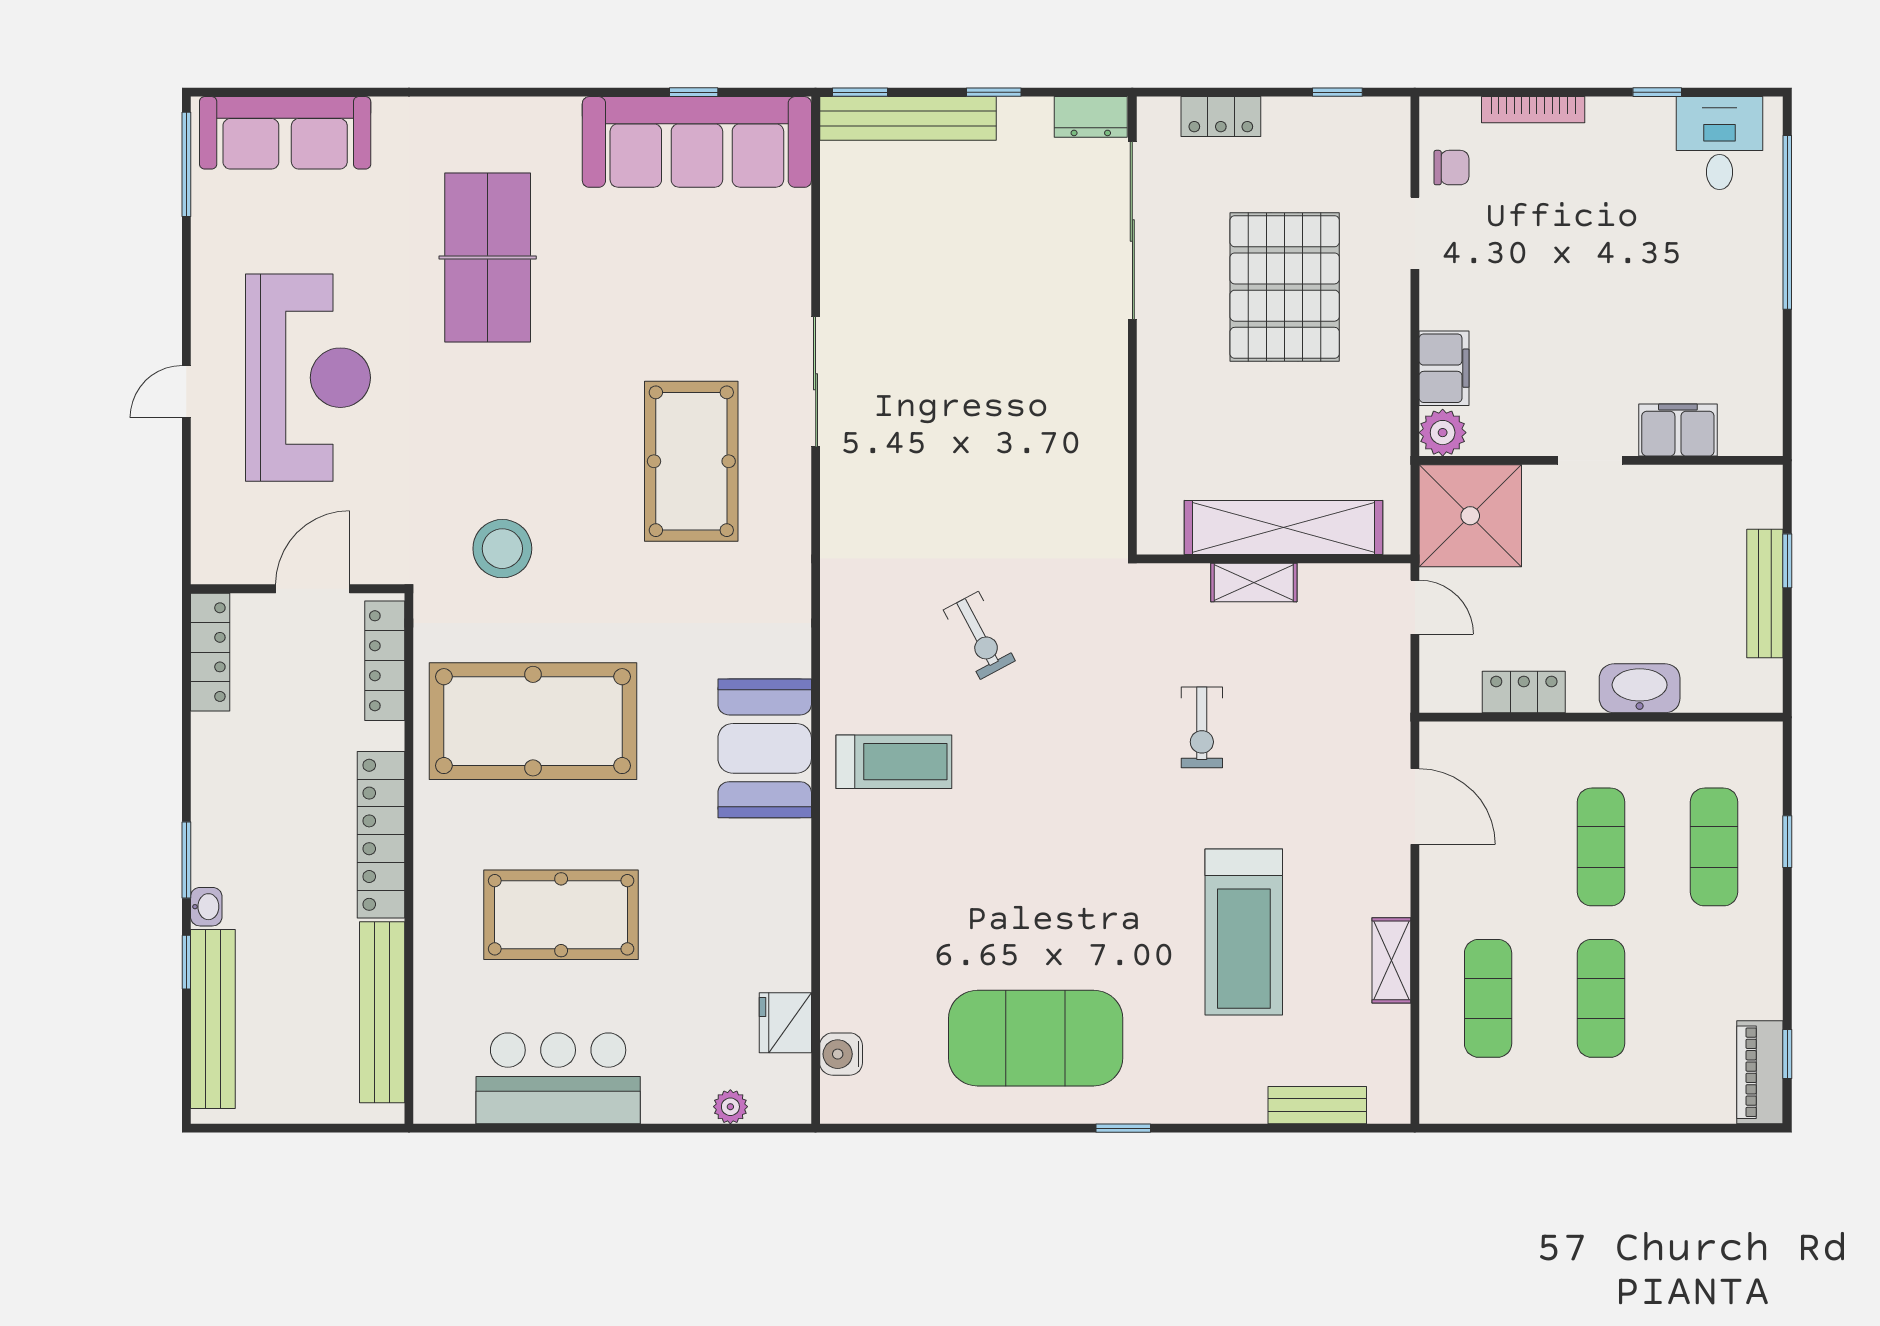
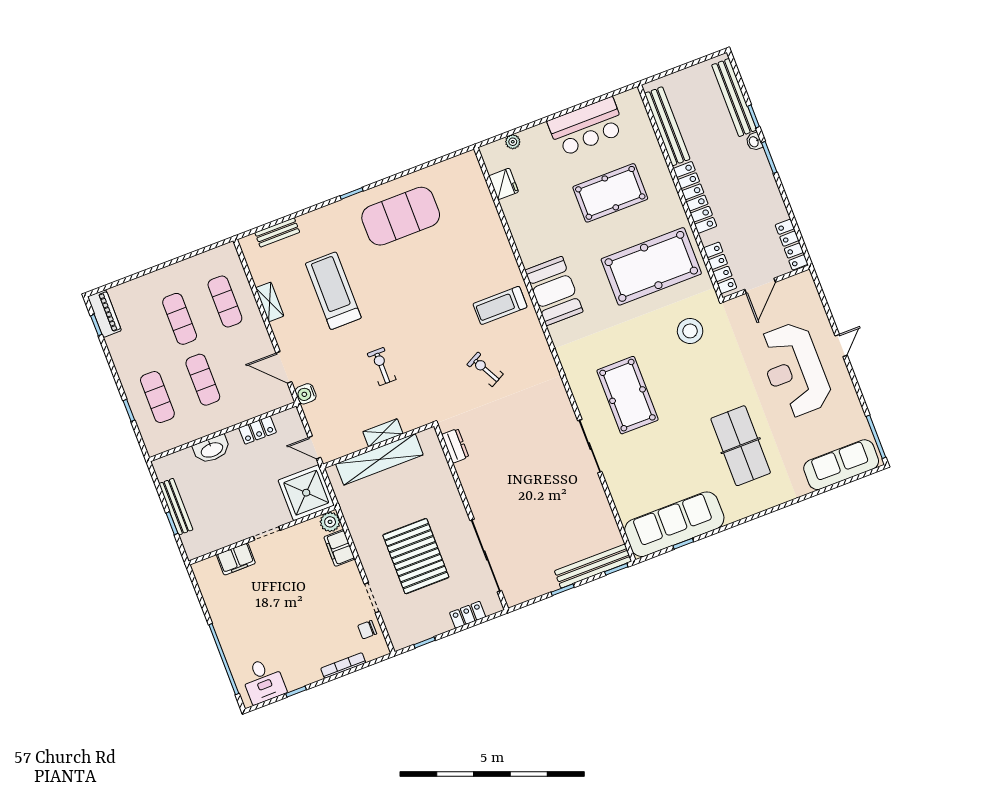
dresser: (1091, 117) -> (455, 446), moved, turned 90
water cooler: (841, 1054) -> (306, 394), moved, turned 180

